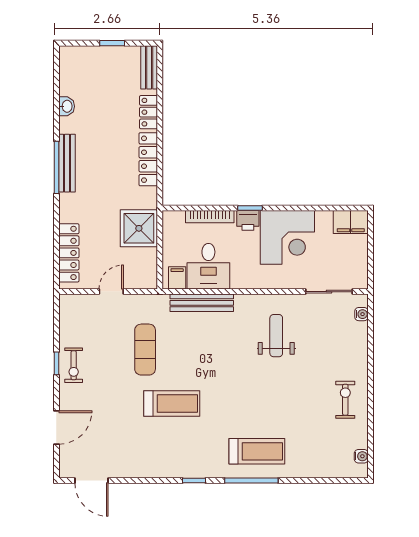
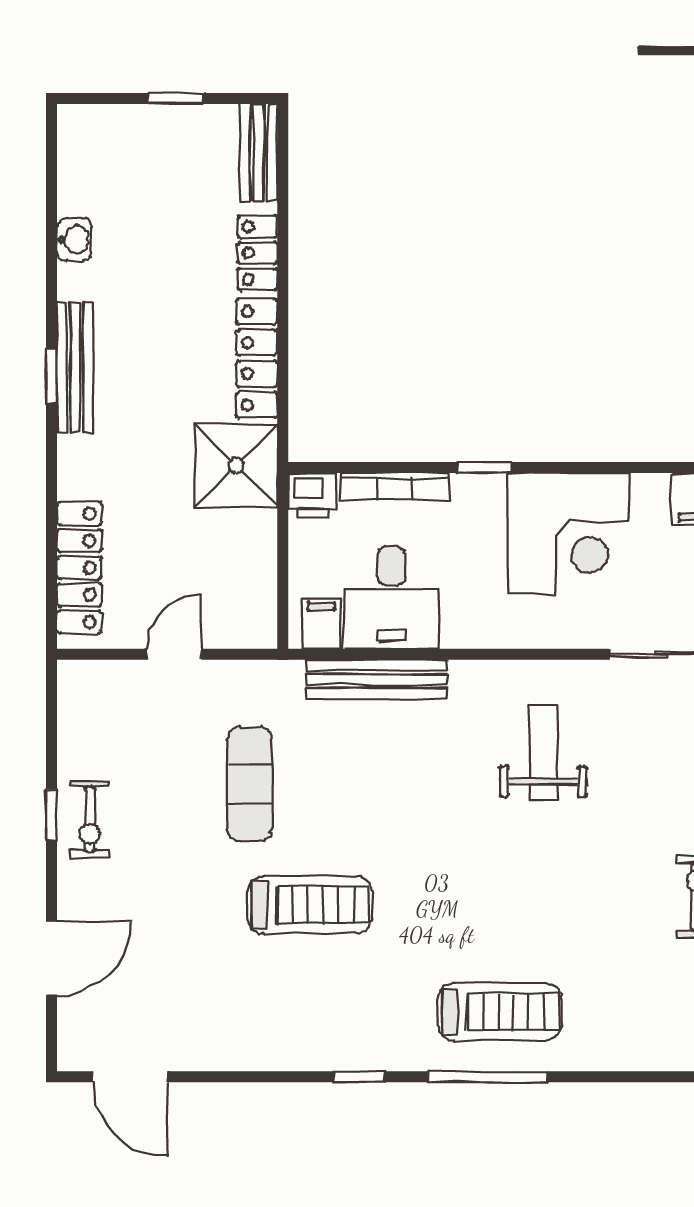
window: (56, 167) -> (52, 376), width x0.46
printer: (248, 220) -> (313, 495), moved
shower: (139, 228) -> (236, 466), moved

